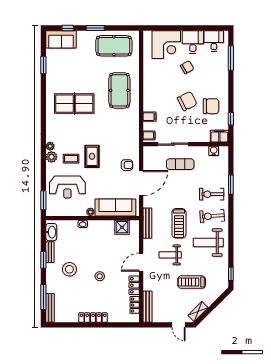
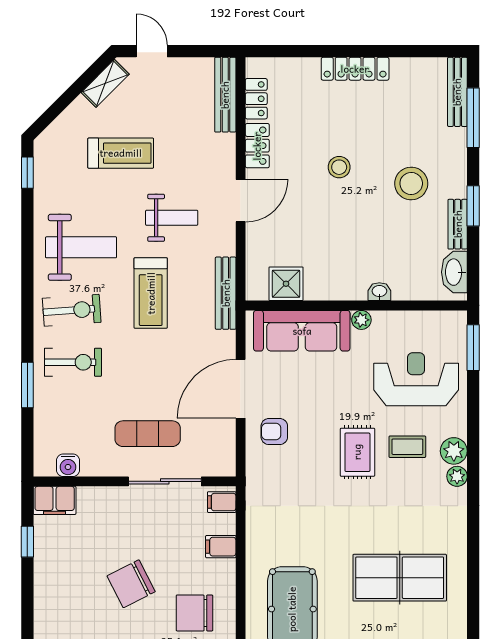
chair: (211, 106) -> (194, 613), moved
treadmill: (179, 223) -> (151, 293), turned 180

